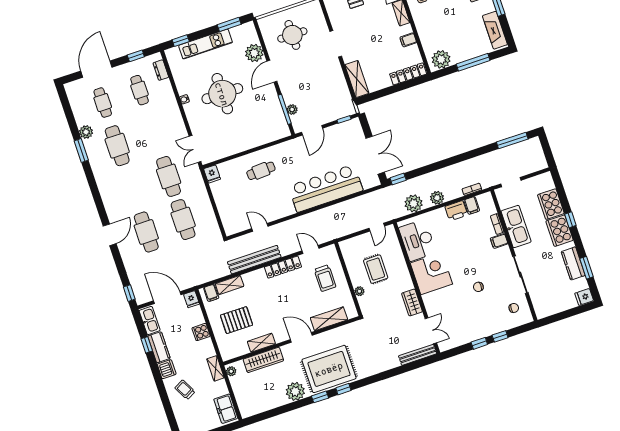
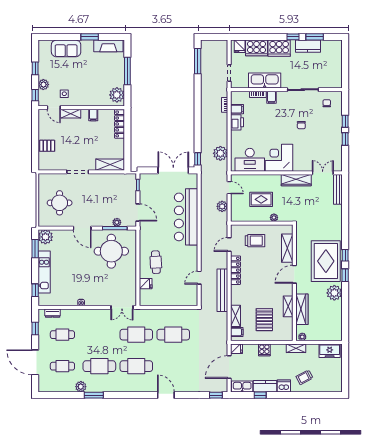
plant: (254, 53) -> (45, 237), moved
round table: (222, 94) -> (111, 251), moved
fridge: (212, 174) -> (146, 284), moved
plant: (437, 198) -> (222, 206), moved
window: (570, 220) -> (293, 37), moved
cafe table: (146, 232) -> (136, 366), moved
fridge: (584, 297) -> (240, 46), moved
wardrobe: (412, 303) -> (296, 180), width x1.50

